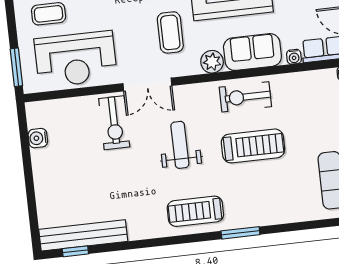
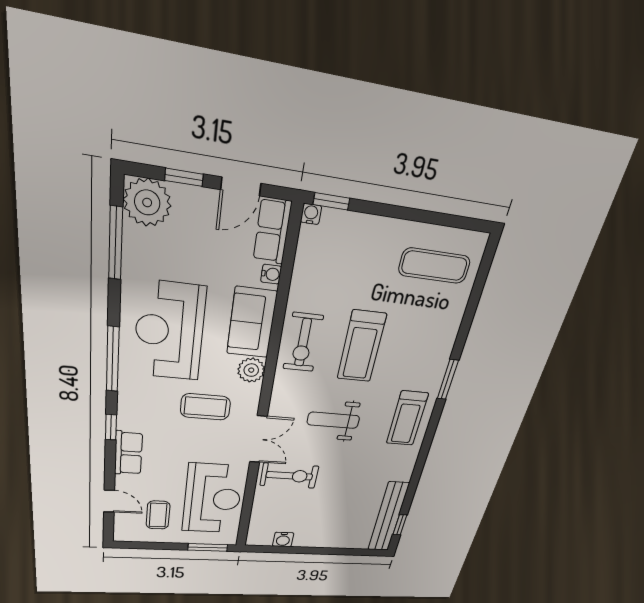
treadmill: (253, 146) -> (361, 346), turned 180

